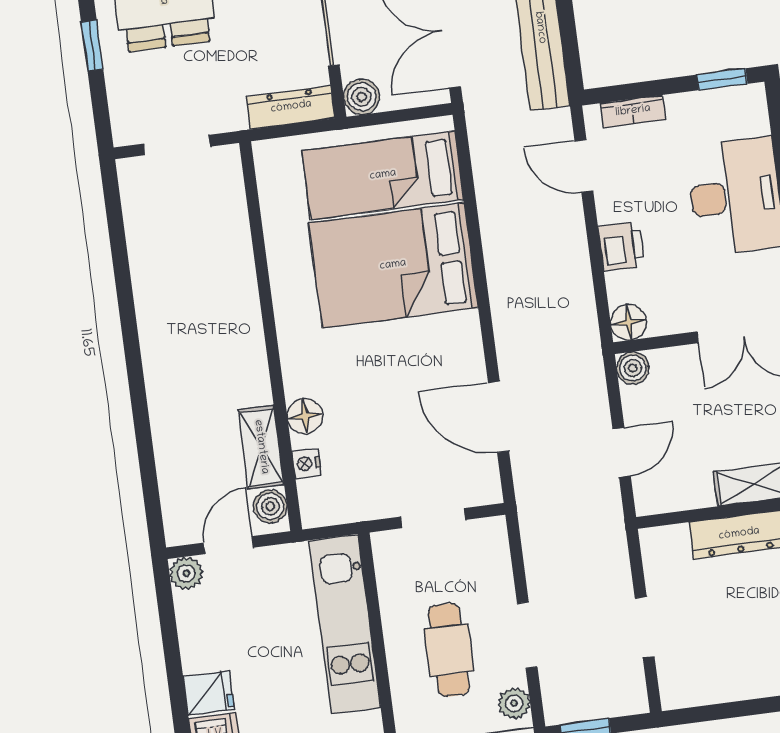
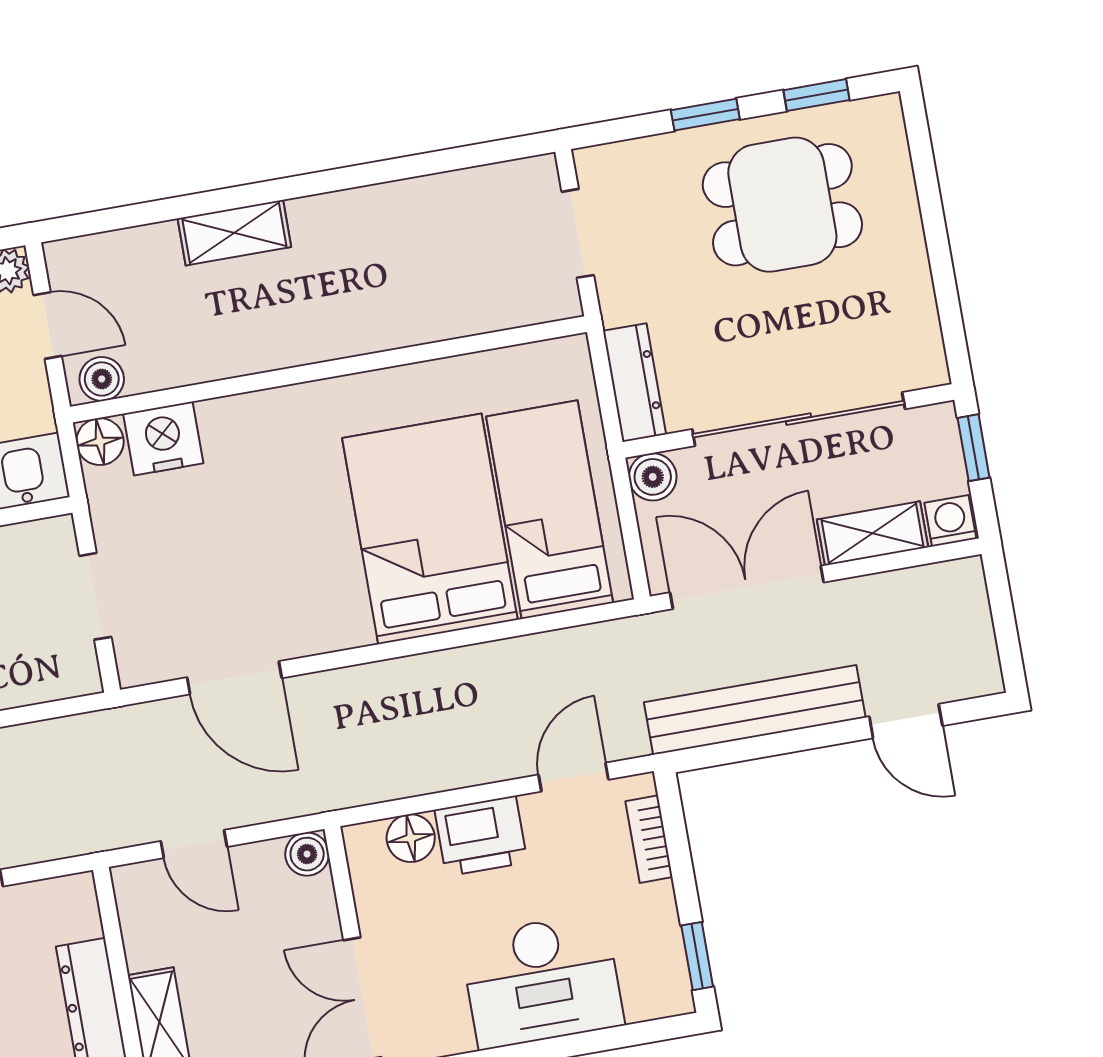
printer: (621, 246) -> (481, 836), width x1.36, depth x1.24
floor lamp: (629, 322) -> (411, 838), moved
floor lamp: (305, 416) -> (100, 442), moved
door: (498, 417) -> (234, 678), swing flipped
shelving: (261, 447) -> (234, 233), moved
nightstand: (307, 464) -> (163, 439), width x1.89, depth x1.79

